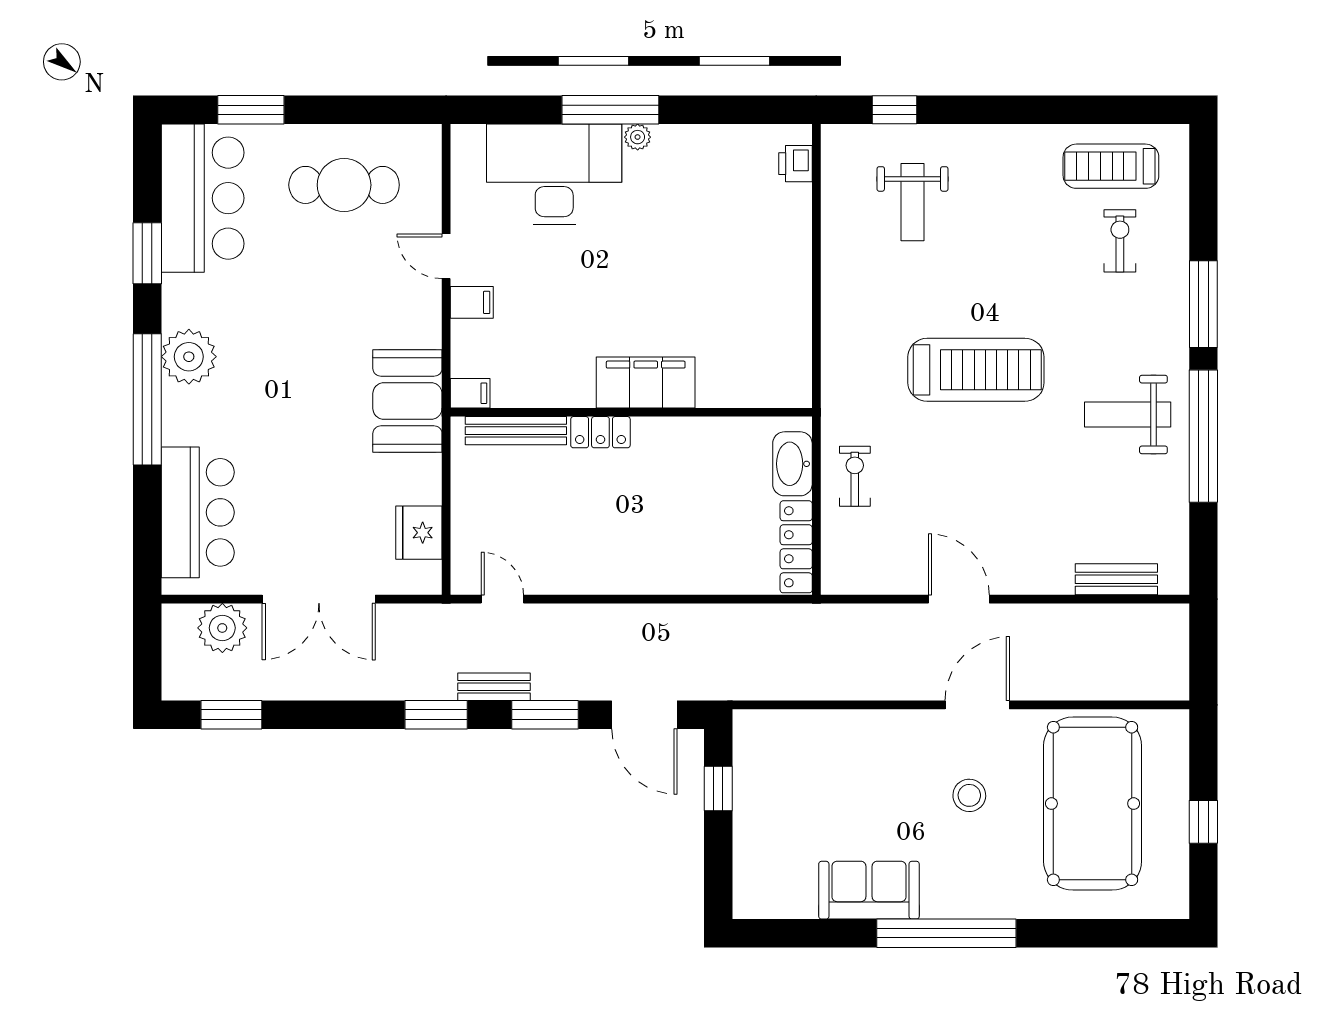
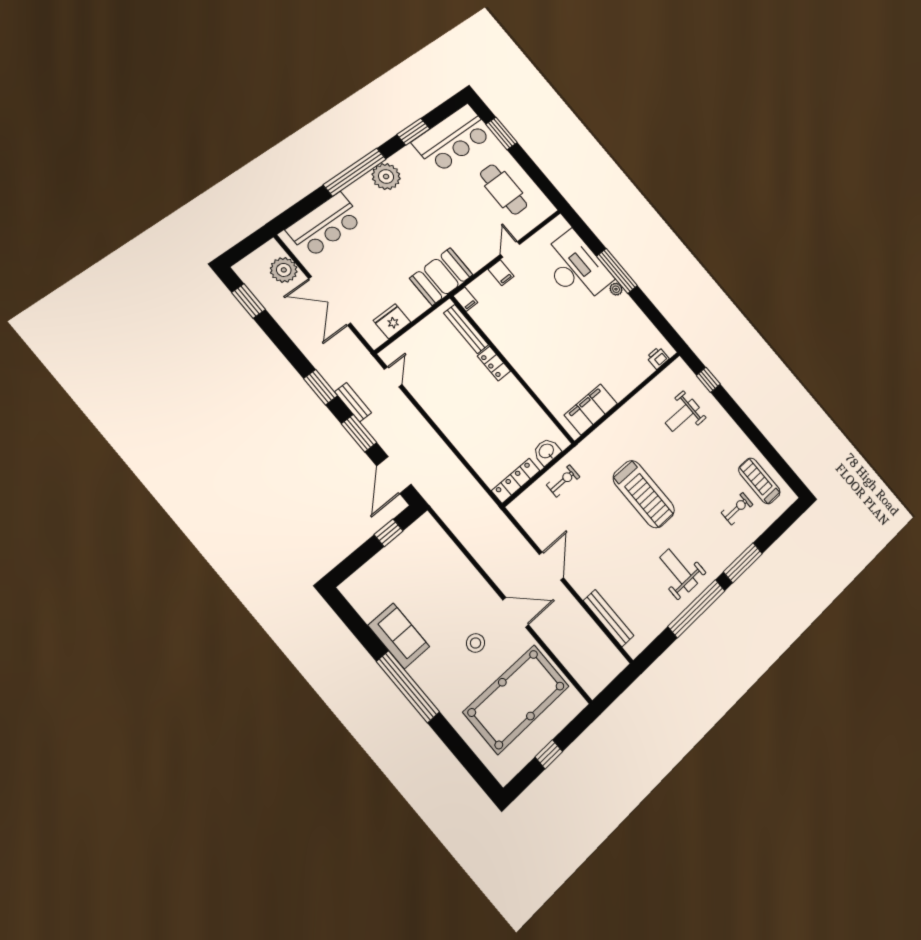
filing cabinet: (646, 382) -> (591, 409), moved, turned -90
washbasin: (792, 464) -> (547, 451), width x0.72
bench: (1116, 579) -> (609, 618), width x1.36

